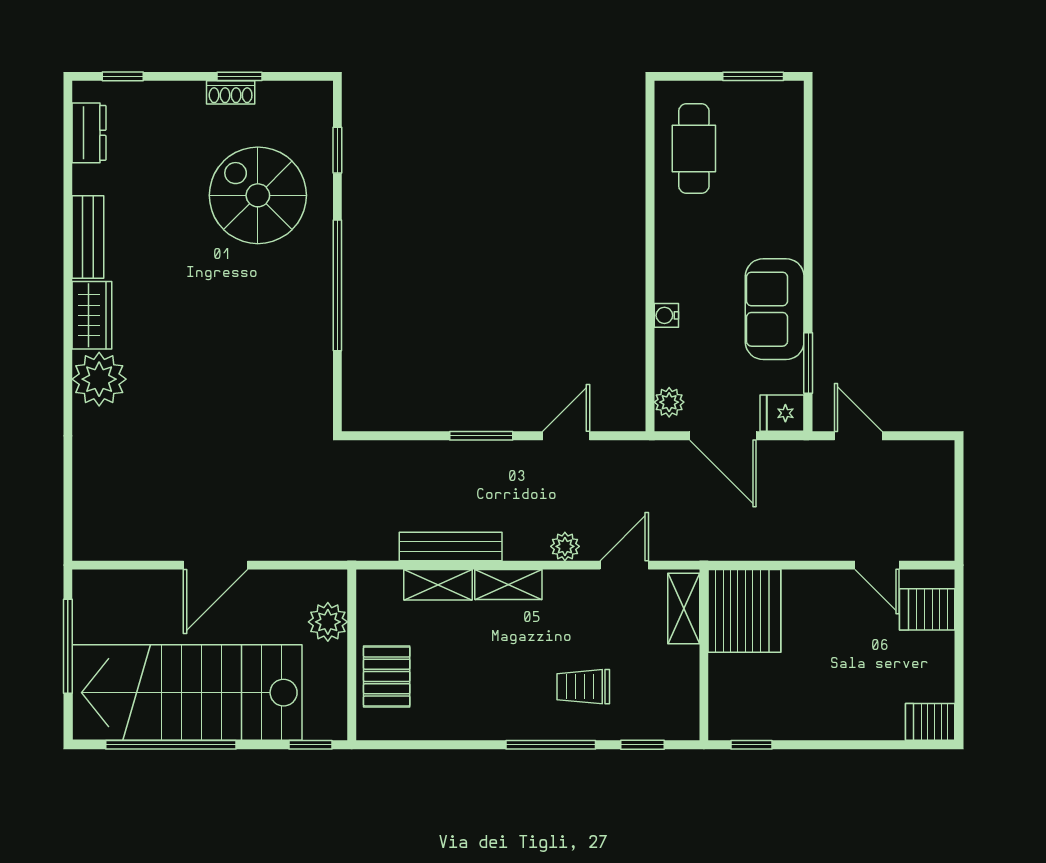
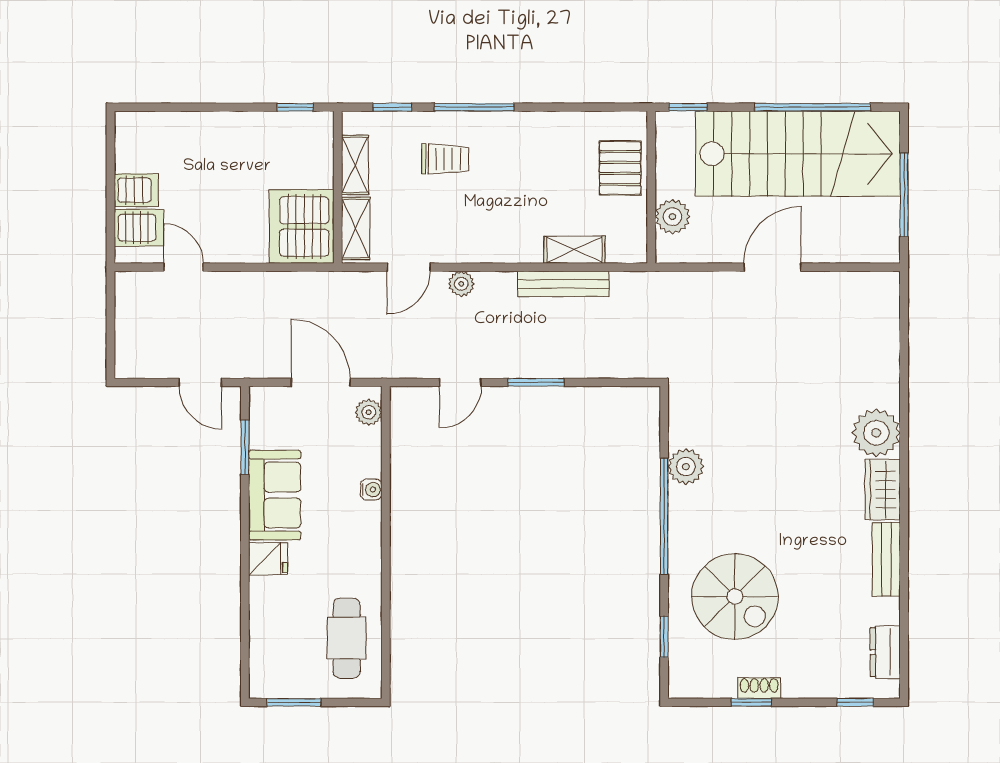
plant: (313, 341) -> (686, 466), added
fridge: (782, 413) -> (268, 559), moved
shelving: (508, 585) -> (355, 165), moved, turned 90
server rack: (930, 722) -> (136, 190), moved

